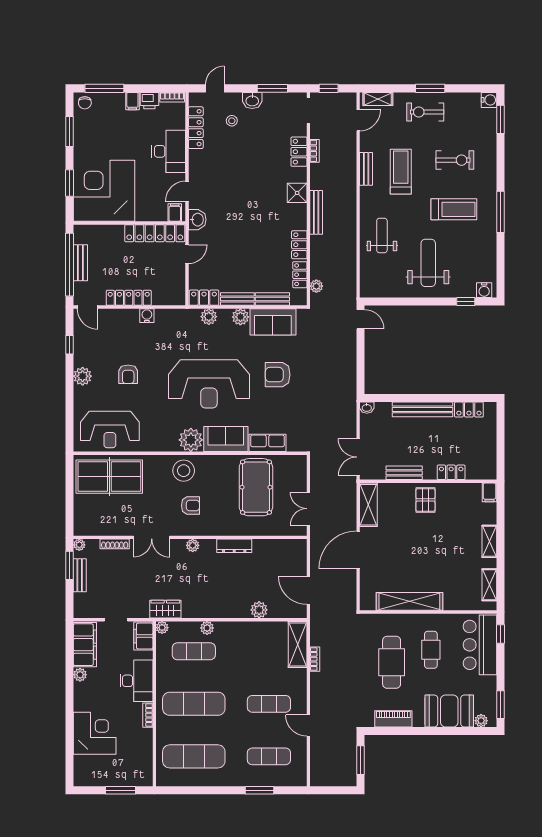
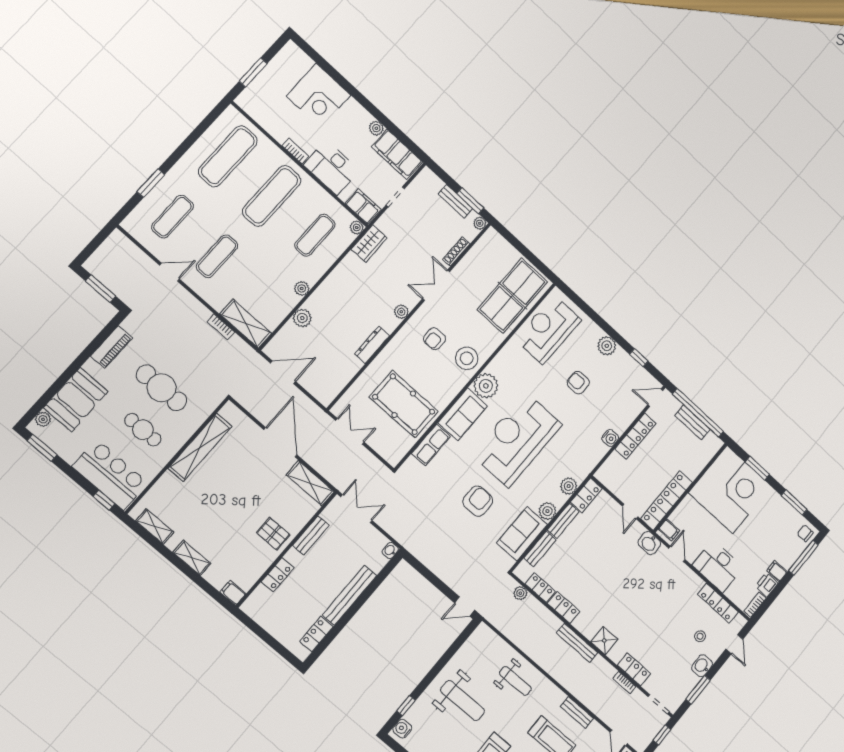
plant: (207, 628) -> (302, 288), moved

